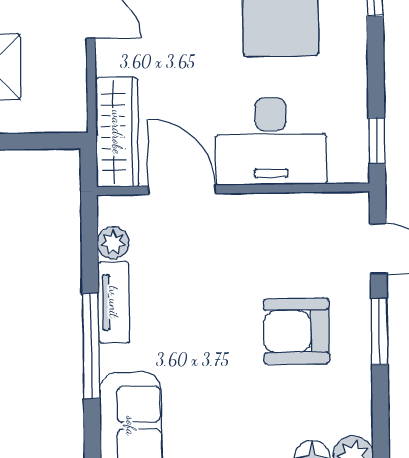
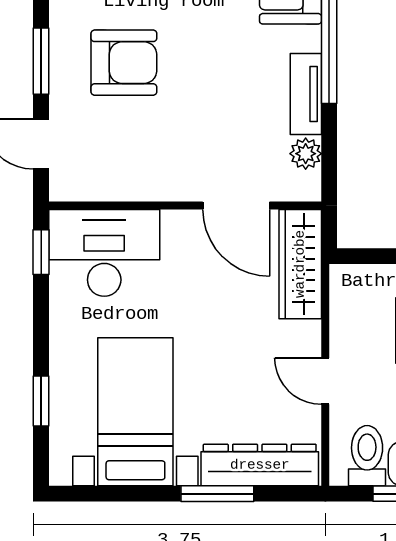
desk: (271, 141) -> (104, 253), moved

